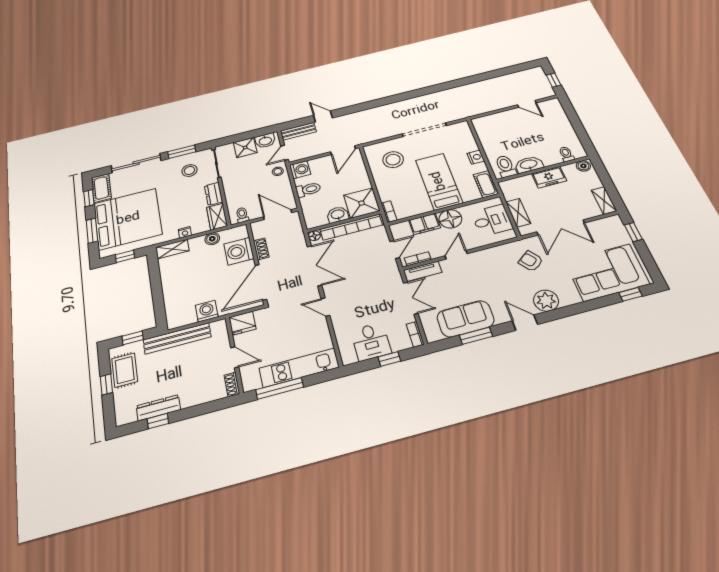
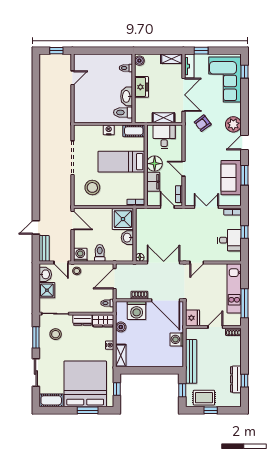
sliding door: (136, 163) -> (36, 372), width x0.73
window: (89, 198) -> (58, 410), removed
bookcase: (351, 227) -> (141, 231), removed
tv unit: (423, 271) -> (189, 66), moved

